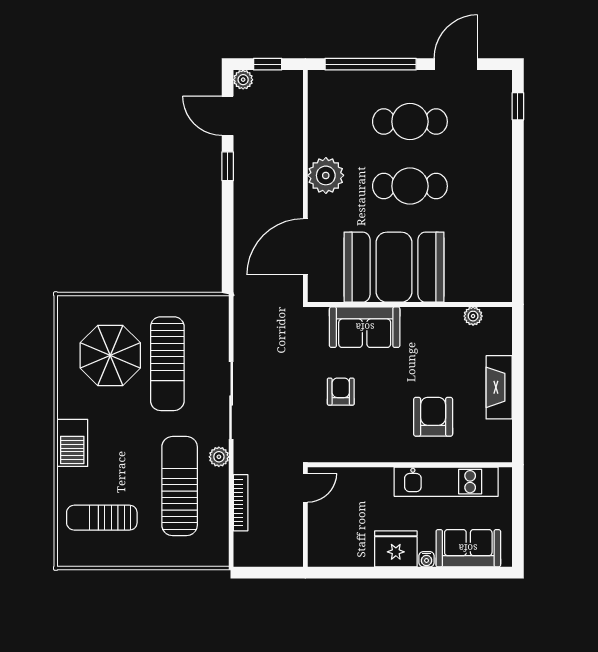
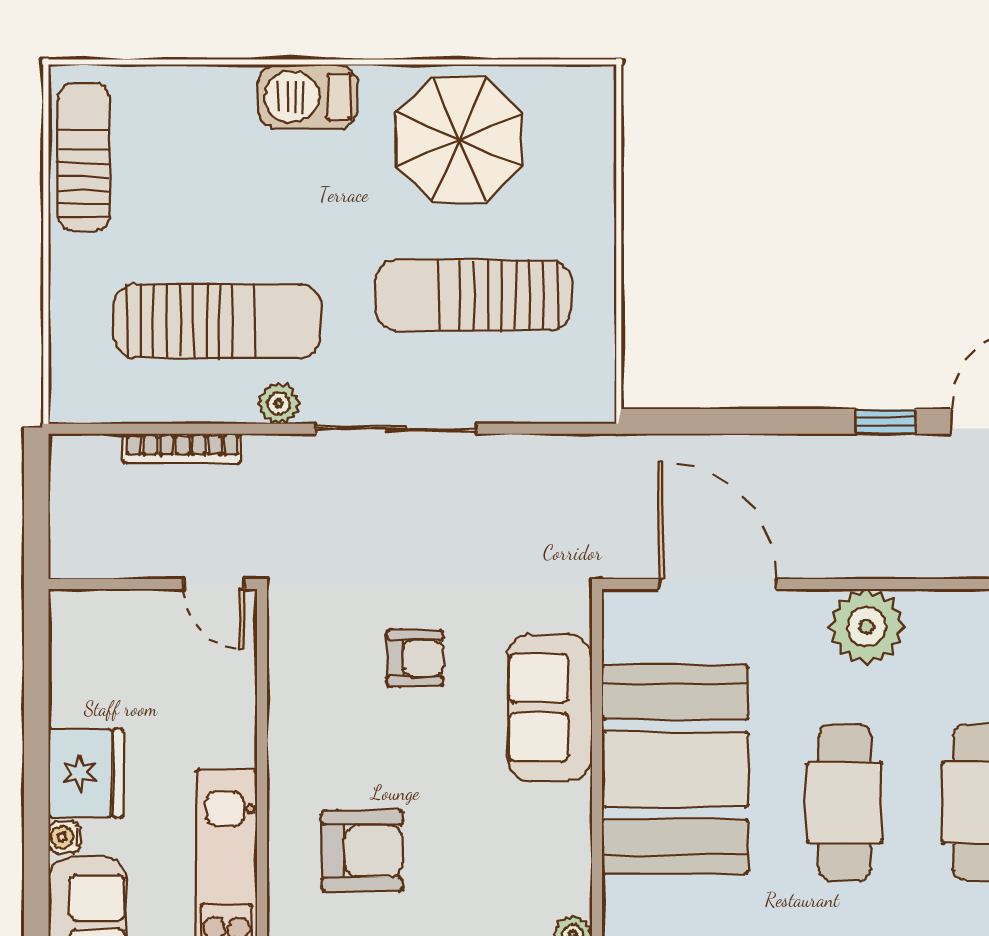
parasol: (110, 355) -> (459, 139), moved
sun lounger: (102, 518) -> (84, 157), moved

